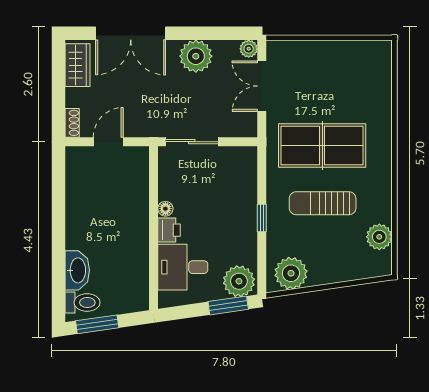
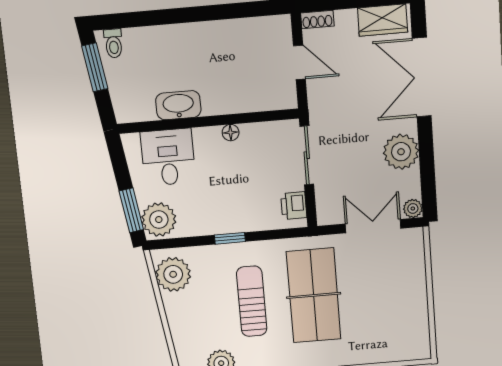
printer: (169, 230) -> (294, 206), moved, turned 90
washbasin: (77, 270) -> (178, 105), moved, turned 180
toilet: (82, 303) -> (113, 43), width x0.73, depth x0.72

